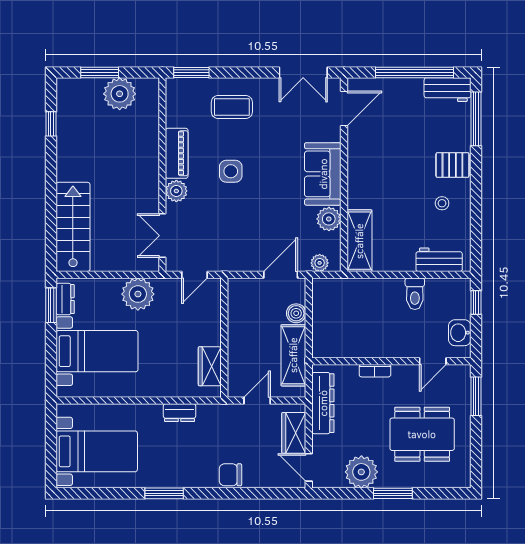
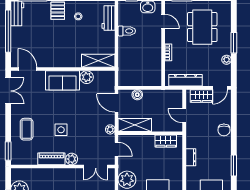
plant: (320, 263) -> (110, 129), moved
shelving: (293, 355) -> (135, 125), moved
plant: (361, 472) -> (227, 60), width x0.53, depth x0.53

